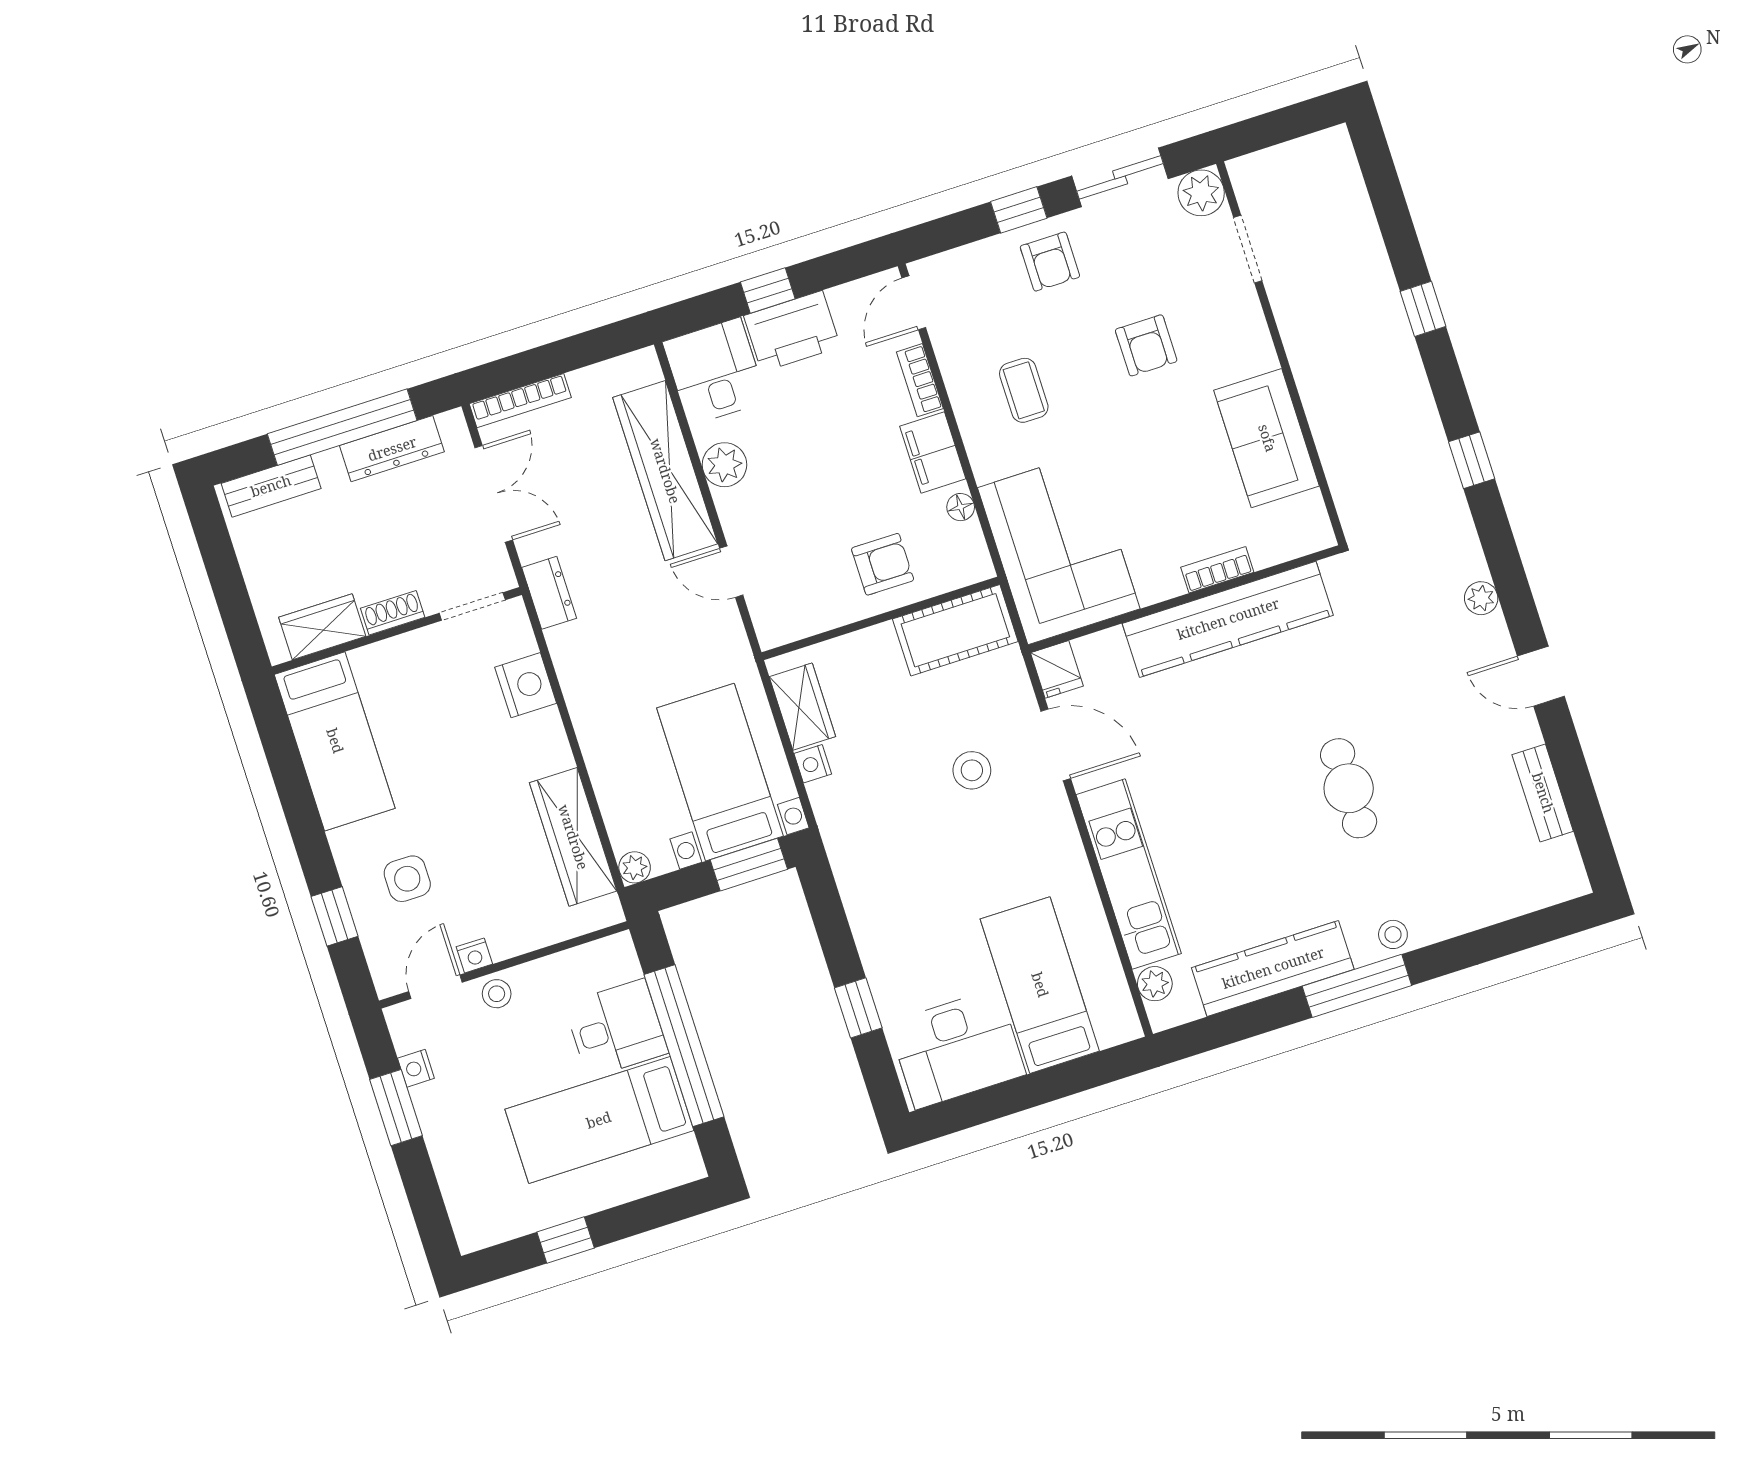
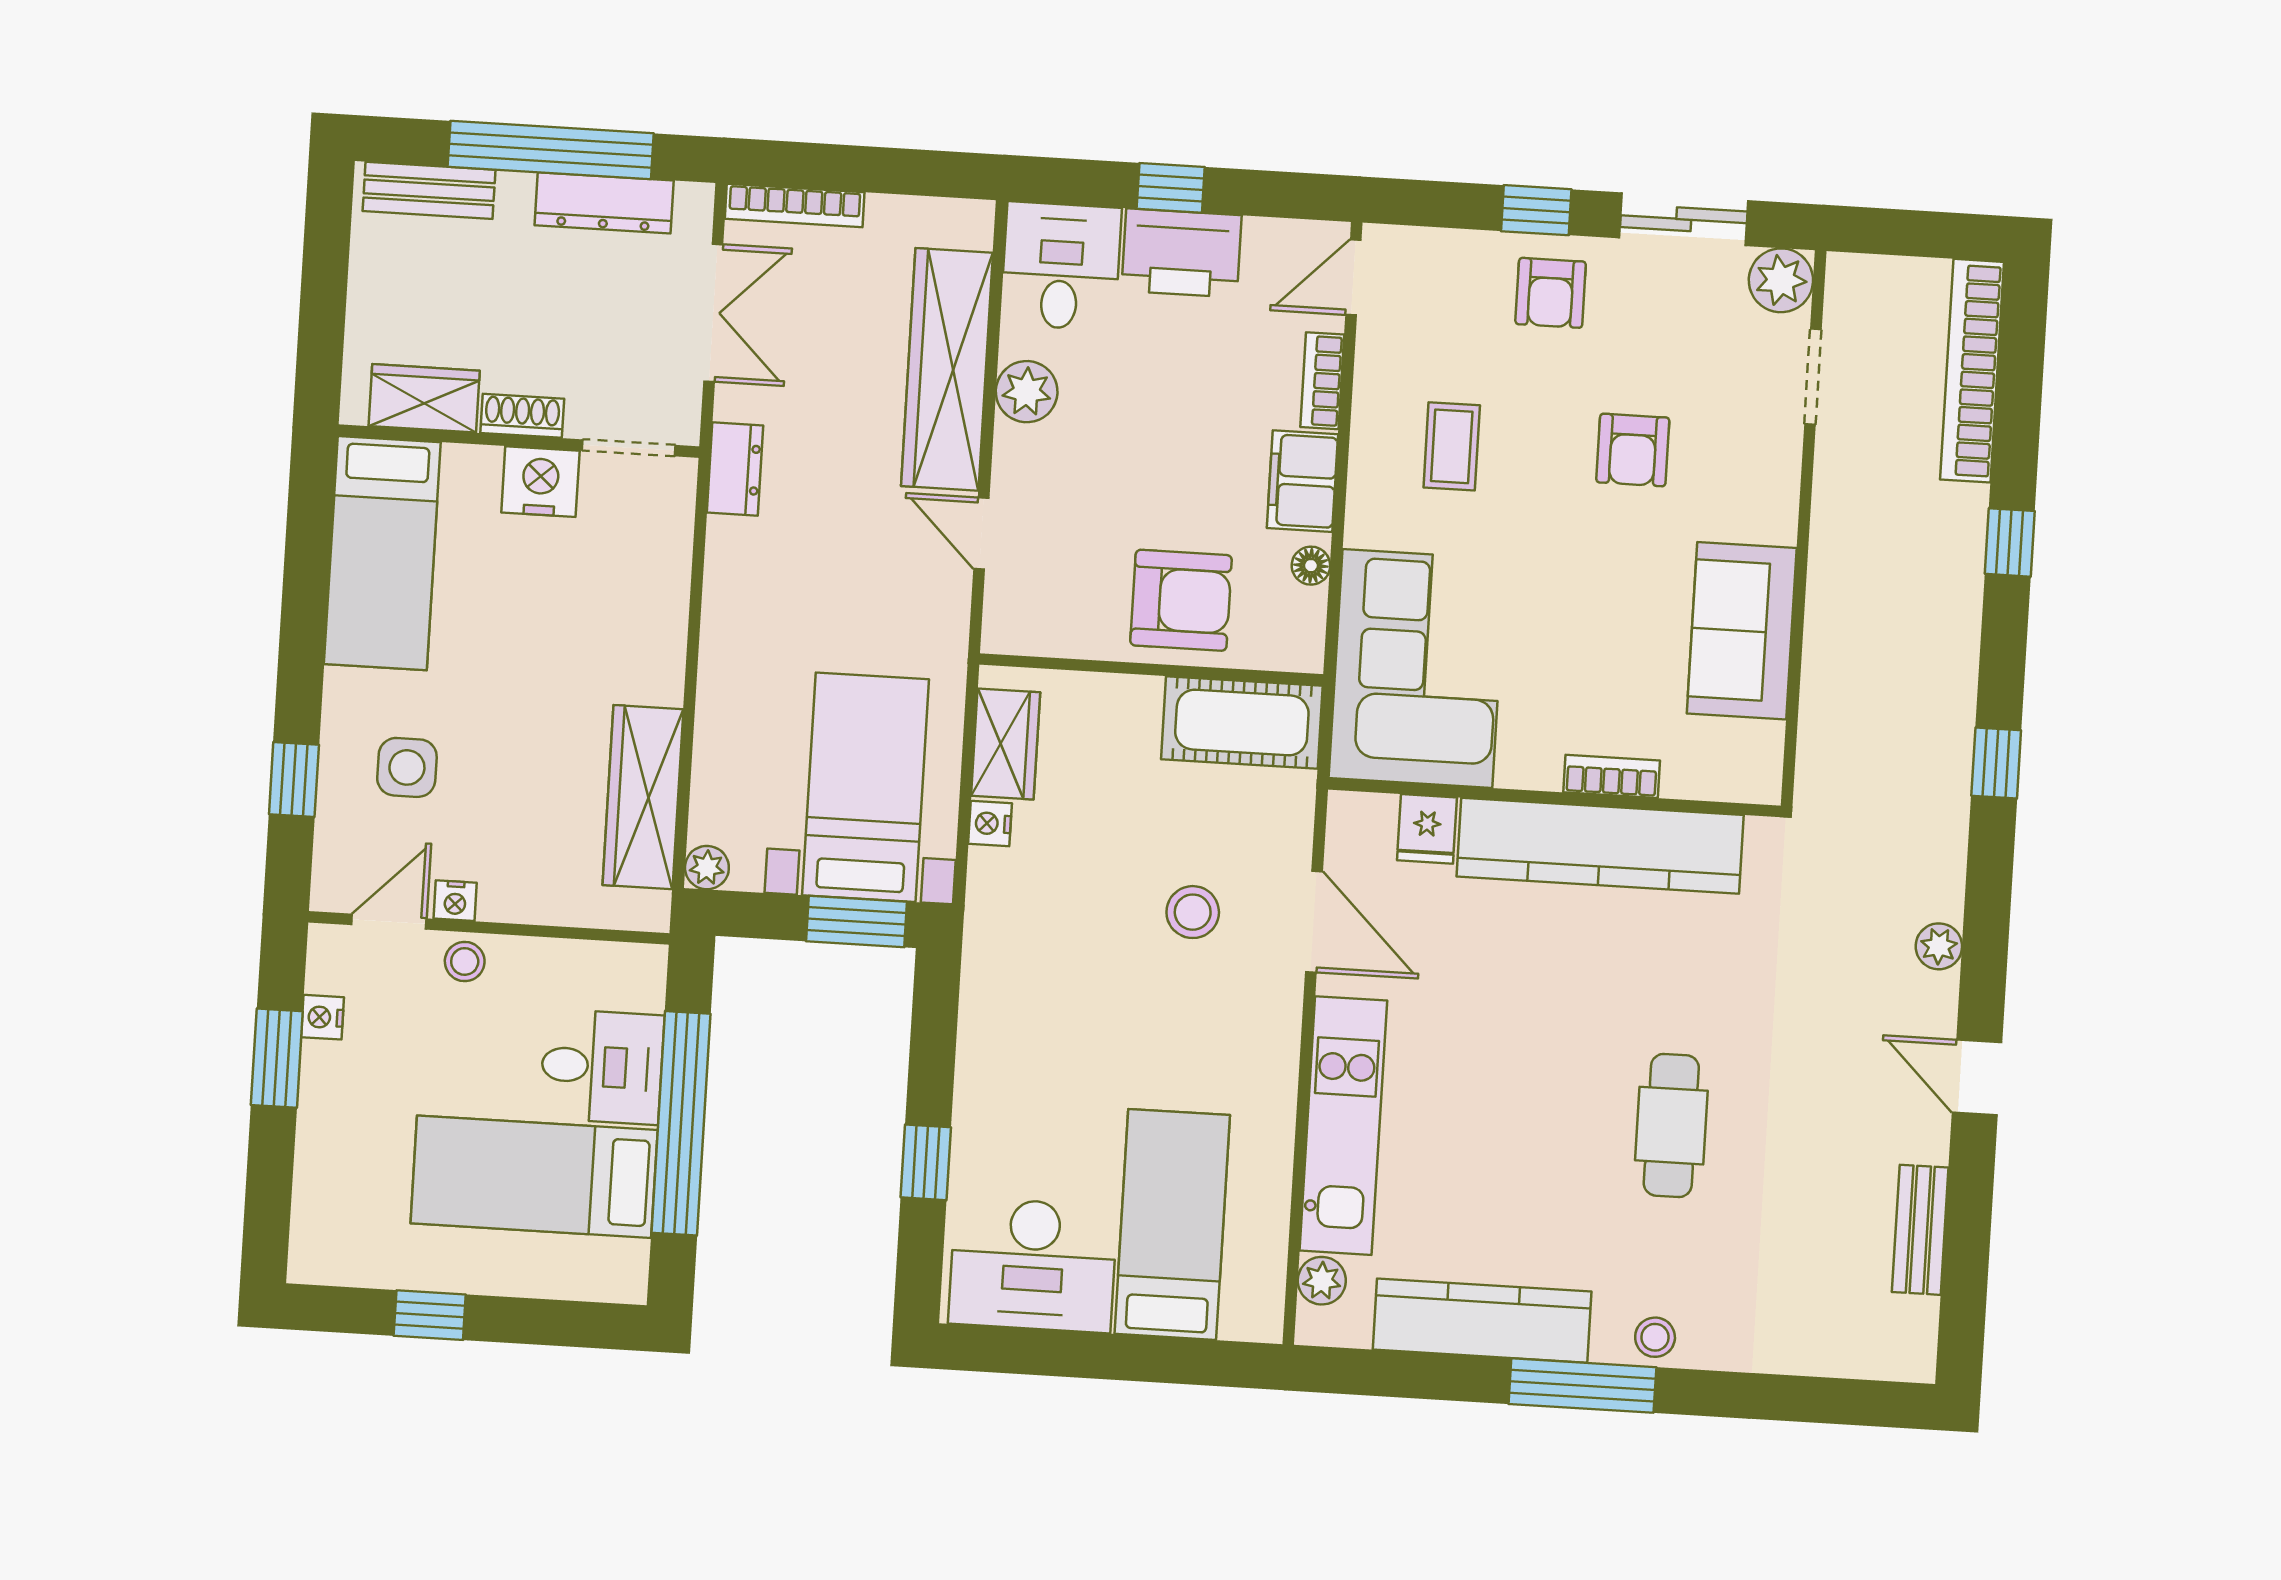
bookcase: (1353, 204) -> (1972, 371), added
armchair: (883, 564) -> (1181, 600), width x1.38, depth x1.38
fridge: (1057, 669) -> (1427, 829), moved
nightstand: (526, 685) -> (540, 482), moved, turned -90

